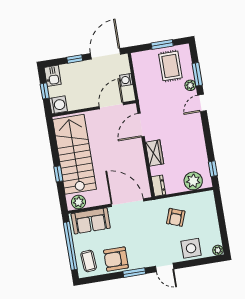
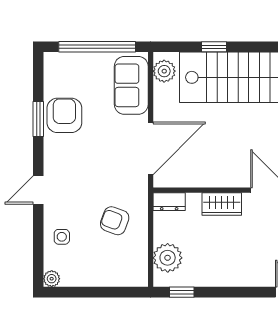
side table: (191, 248) -> (62, 237), width x0.54, depth x0.54
coffee table: (89, 261) -> (68, 72), removed
window: (134, 273) -> (38, 119), moved

